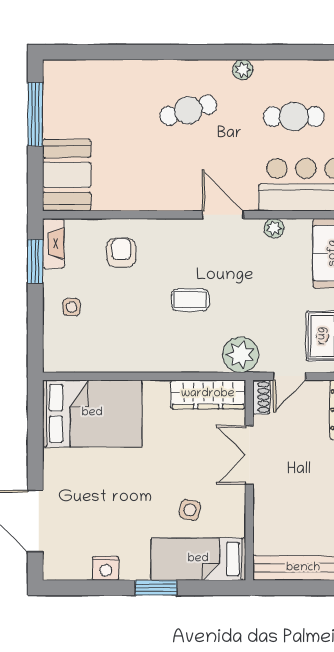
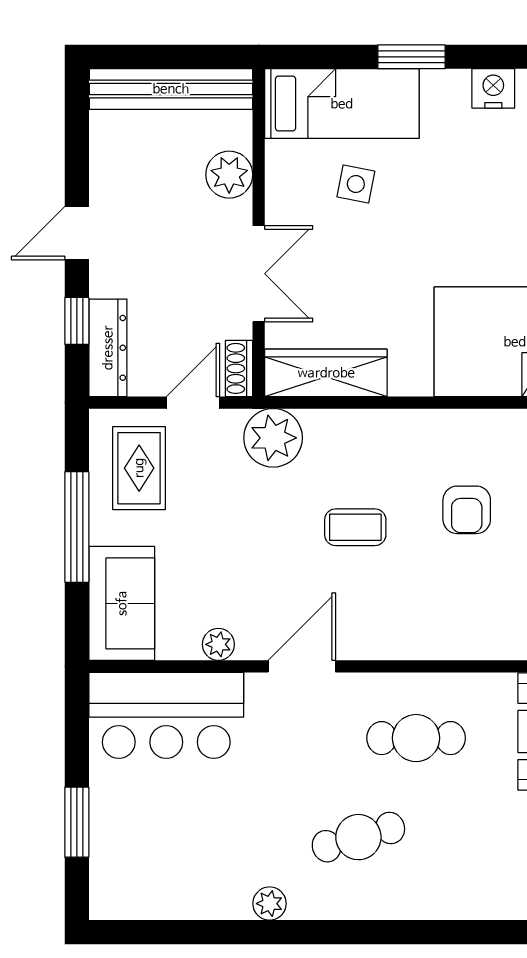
cafe table: (294, 117) -> (416, 738), moved
door: (223, 215) -> (302, 666), swing flipped
armchair: (121, 253) -> (467, 510), moved
plant: (267, 516) -> (229, 175), added

